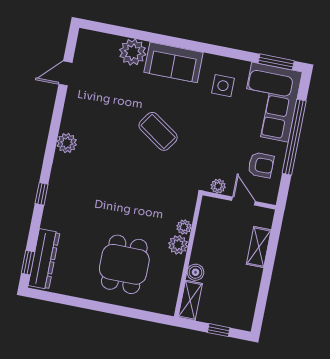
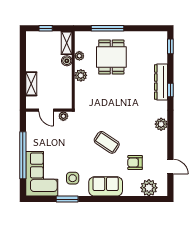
plant: (133, 52) -> (149, 188), moved
window: (276, 62) -> (67, 199), moved
door: (65, 73) -> (170, 167), hinge flipped
armchair: (261, 165) -> (135, 163), moved
plant: (184, 227) -> (79, 56), moved
dresser: (44, 259) -> (161, 82), moved
window: (121, 311) -> (108, 28), added

